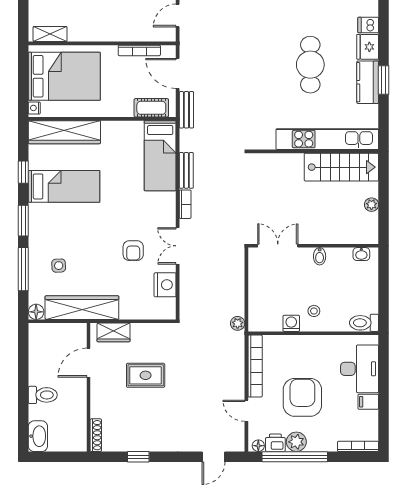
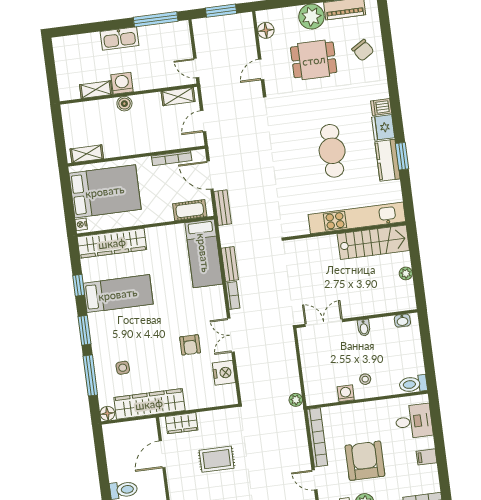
desk: (360, 369) -> (414, 421), width x0.73

